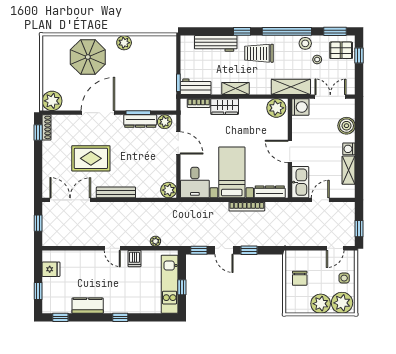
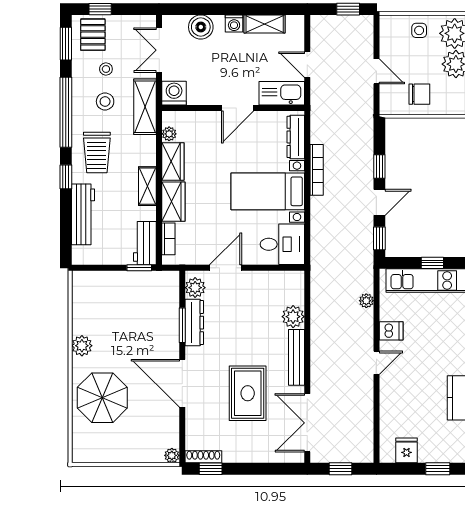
stool: (305, 43) -> (105, 101), moved
plant: (52, 101) -> (172, 455), width x0.53, depth x0.53
wardrobe: (253, 106) -> (173, 161), added
plant: (276, 108) -> (169, 134), width x0.53, depth x0.53
plant: (169, 190) -> (293, 317), moved
door: (335, 248) -> (376, 71), moved

